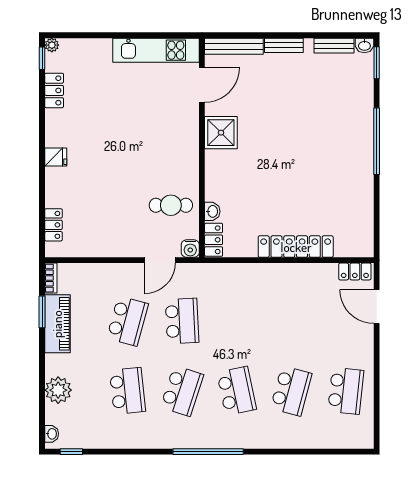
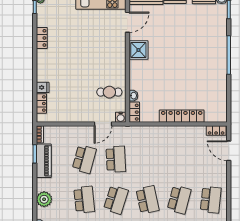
locker: (54, 90) -> (42, 38), moved
fridge: (56, 157) -> (43, 87), moved

